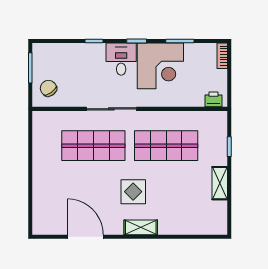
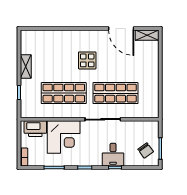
desk: (121, 59) -> (113, 155), moved
corner desk: (160, 66) -> (64, 137), moved, turned 180
chair: (48, 88) -> (146, 150), moved
printer: (213, 99) -> (35, 129), width x1.87, depth x1.48
shelving: (141, 227) -> (147, 35), moved

